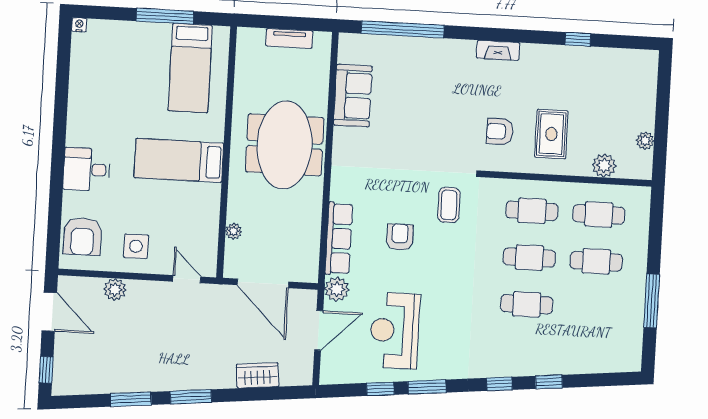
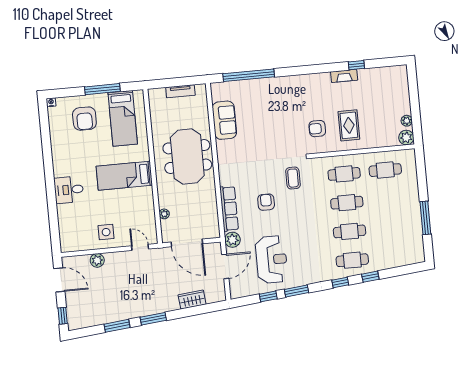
fireplace: (498, 50) -> (344, 76), moved
plant: (604, 165) -> (406, 138), moved
armchair: (82, 236) -> (84, 119), moved
cafe table: (596, 261) -> (352, 260), moved
reception desk: (395, 330) -> (272, 260), turned 180

